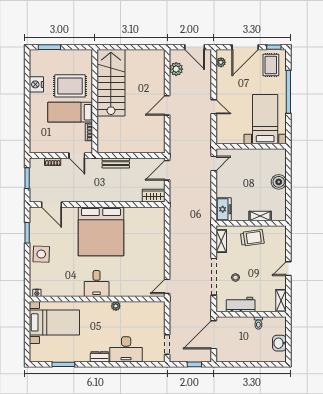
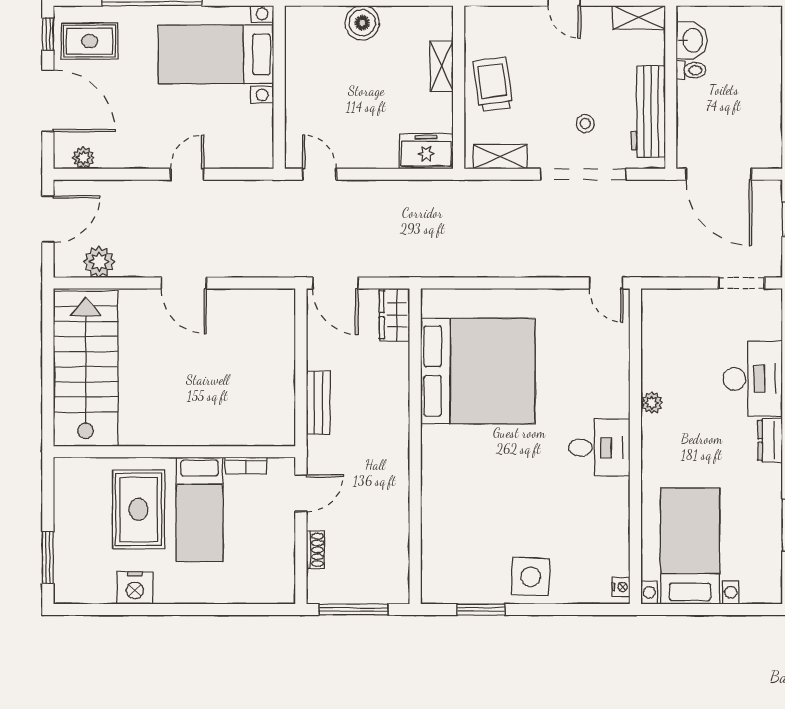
stairs: (111, 83) -> (86, 369), moved, turned 90
window: (27, 178) -> (353, 609), width x1.44
door: (52, 205) -> (415, 553), removed
bed: (101, 231) -> (478, 371), moved
workbench: (241, 305) -> (648, 112), width x1.38
washbasin: (279, 343) -> (692, 40), moved, turned -90

